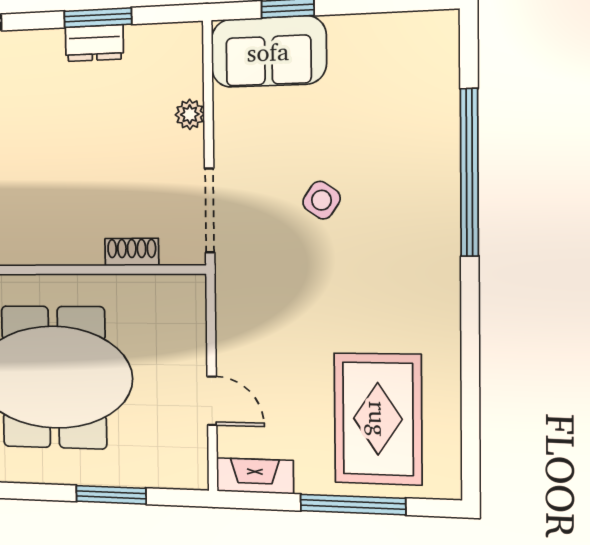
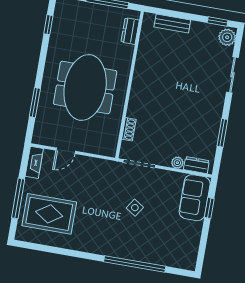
dresser: (94, 43) -> (196, 165), moved, turned 90

